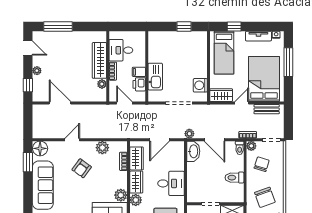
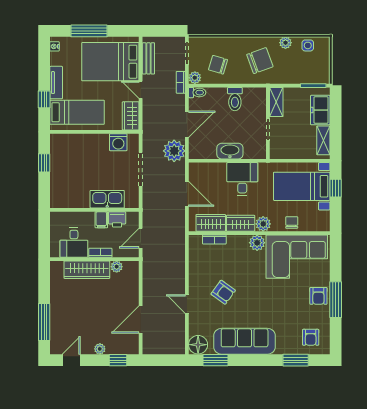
tv unit: (258, 36) -> (56, 83), moved
plant: (189, 134) -> (174, 151), width x1.88, depth x1.88
plant: (102, 148) -> (197, 266), removed
washbasin: (193, 151) -> (230, 151), moved

